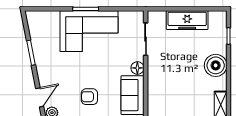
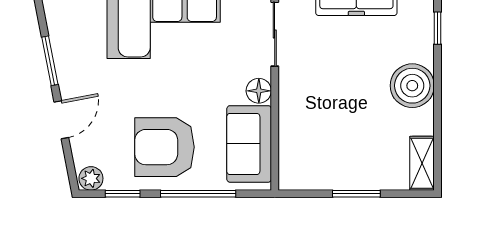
door: (40, 97) -> (61, 120), moved
armchair: (89, 97) -> (165, 147), width x1.88, depth x1.88

